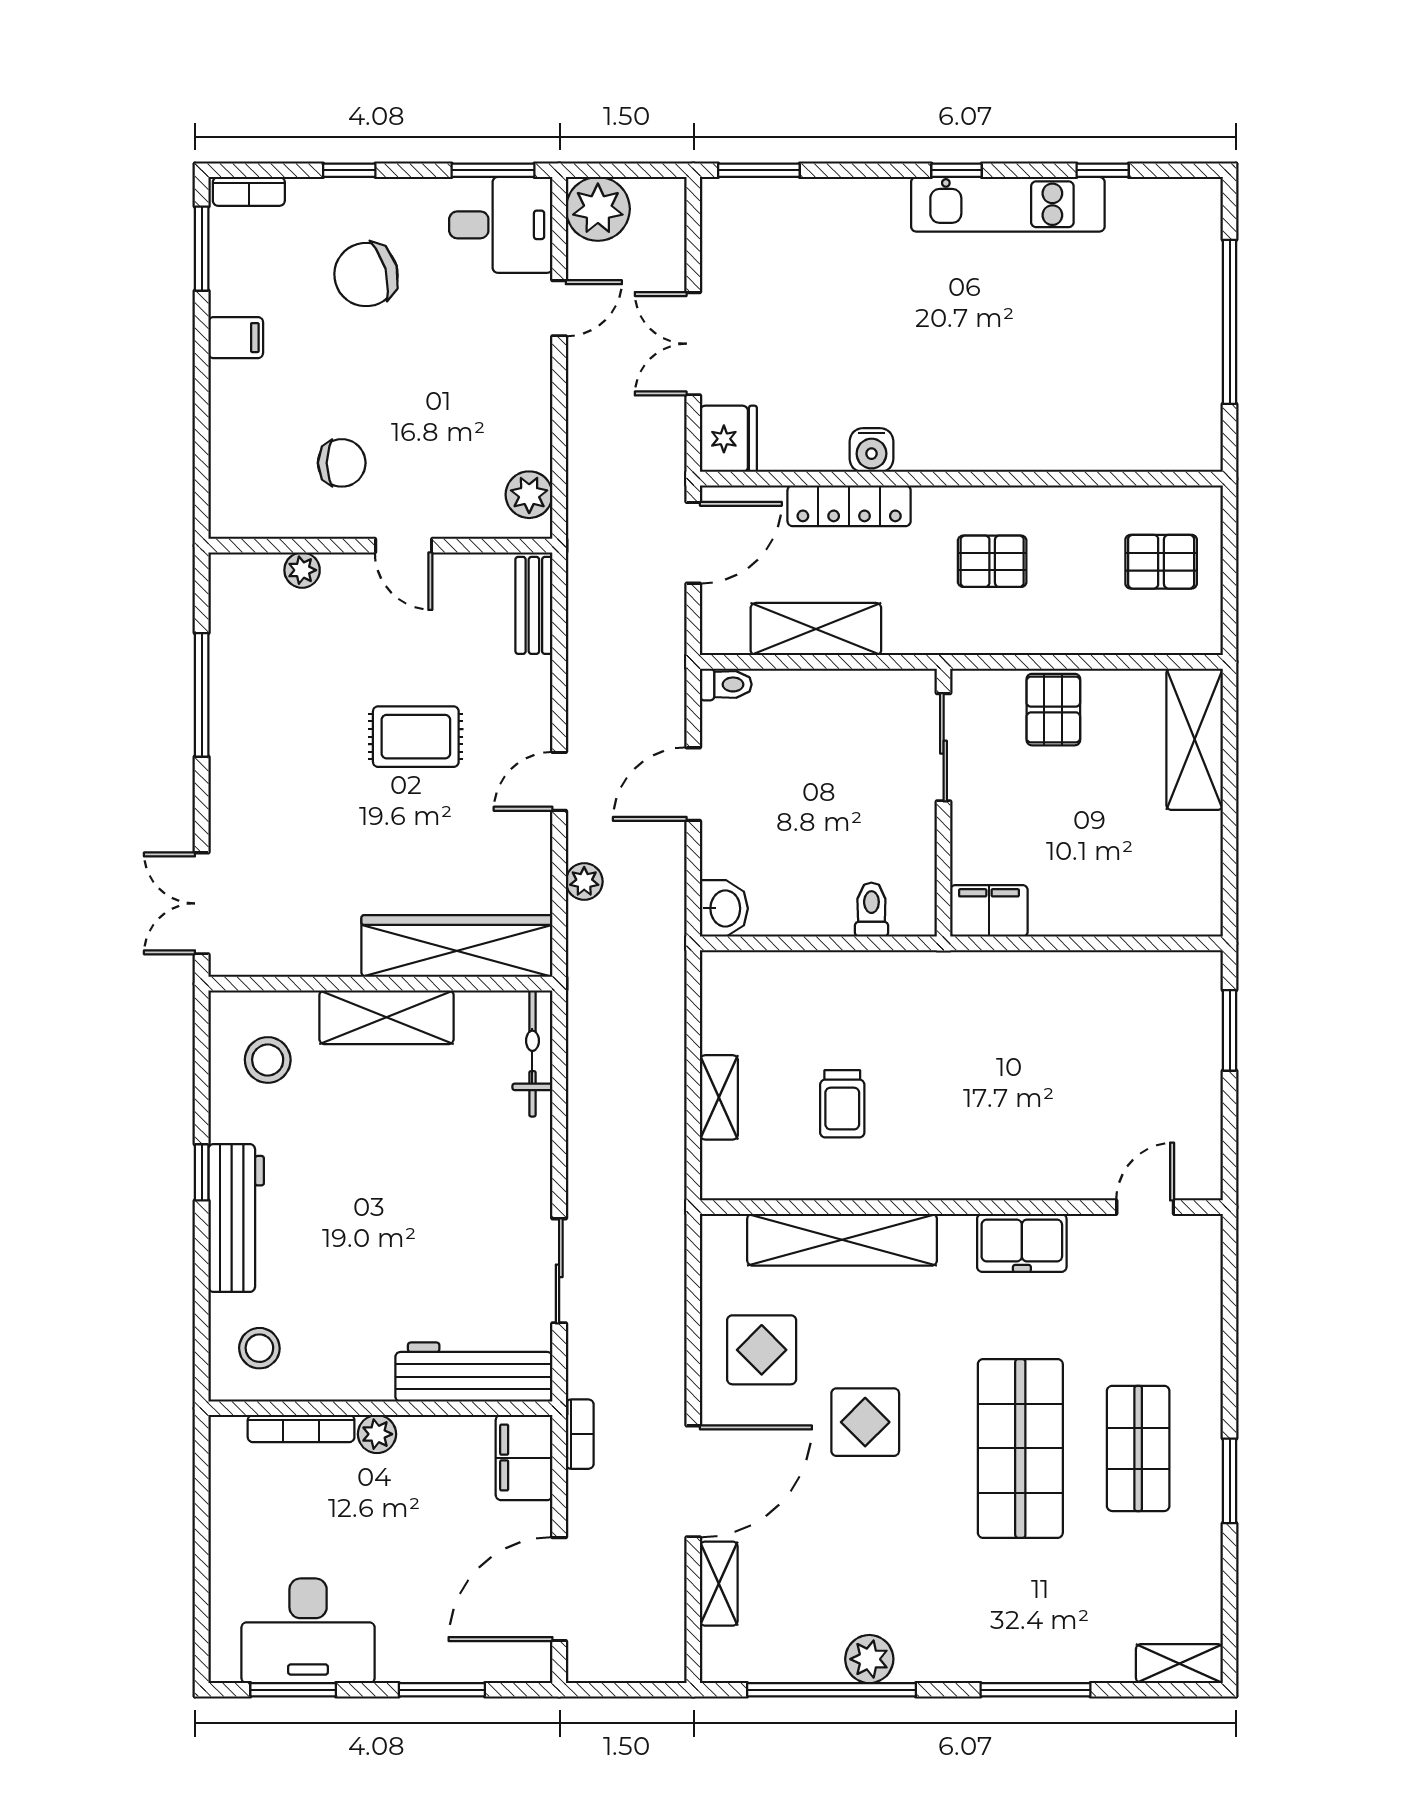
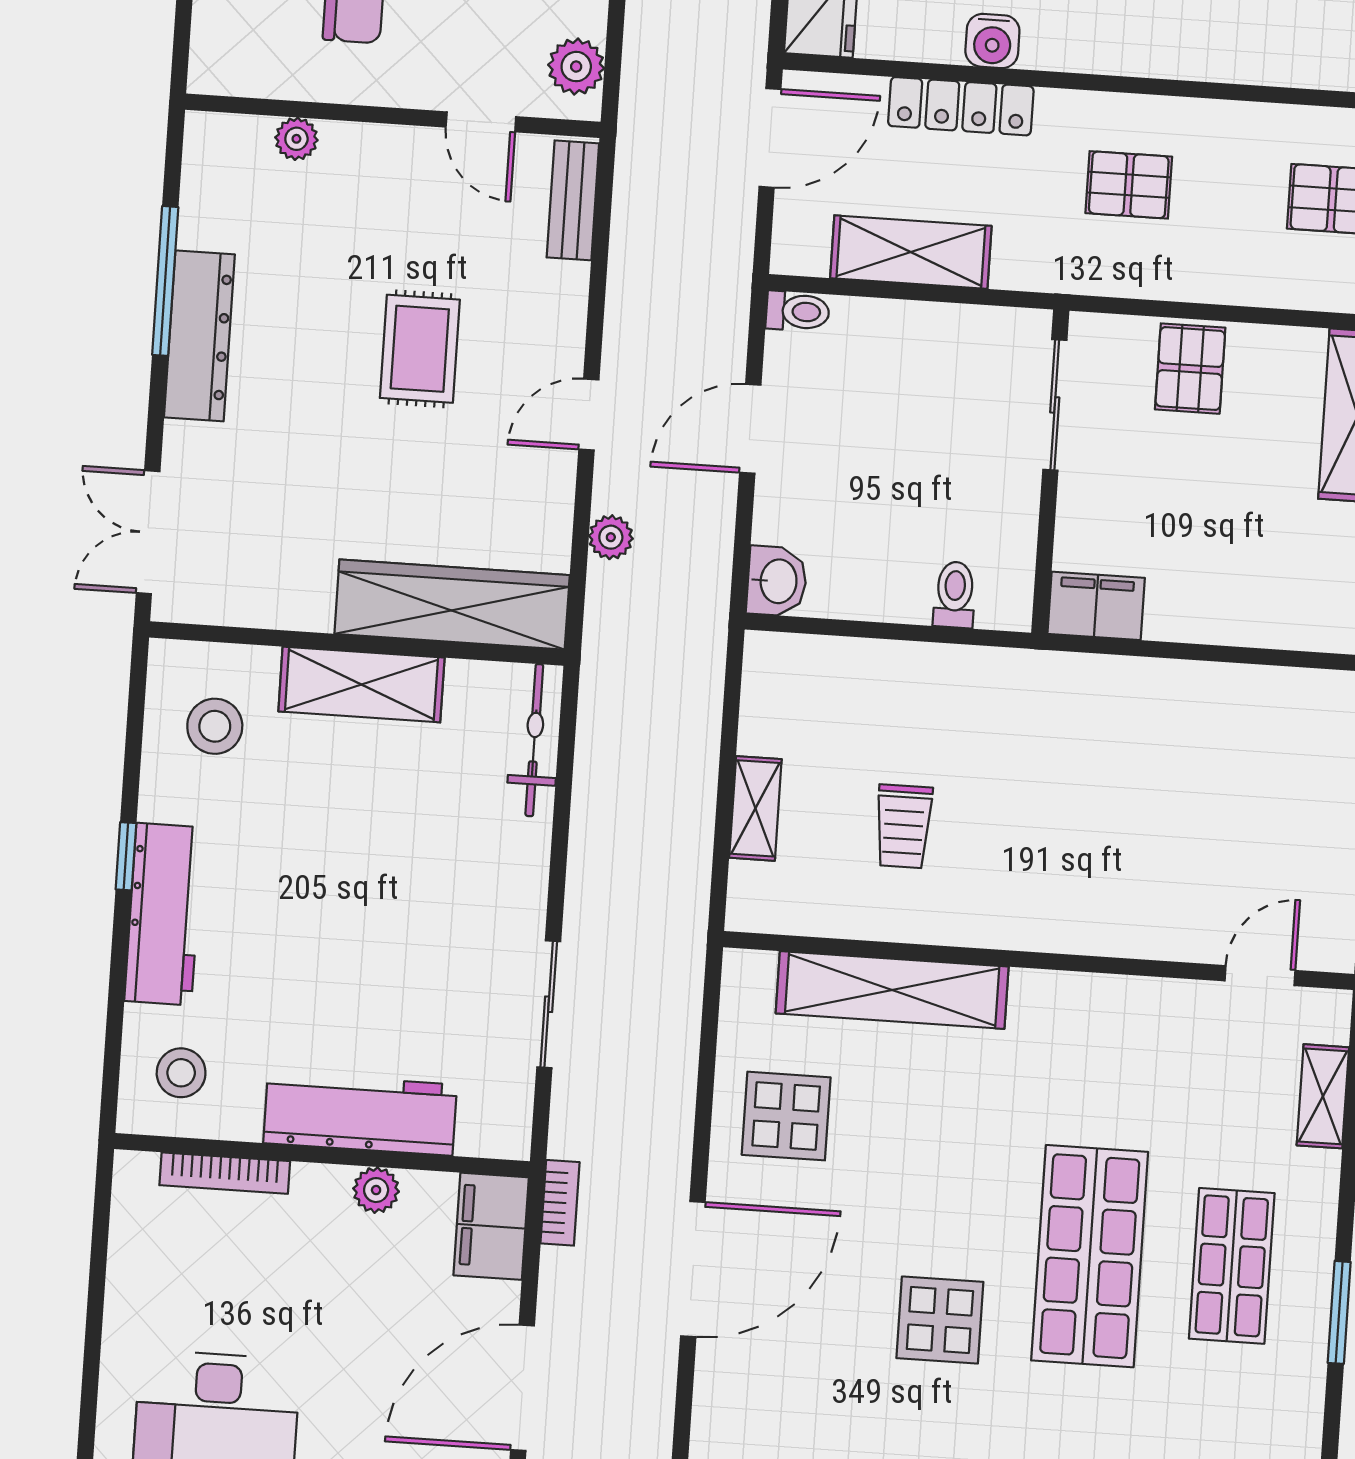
door: (404, 546) -> (481, 122), moved
rug: (416, 737) -> (420, 349), turned 90
dresser: (233, 738) -> (199, 336), added
freezer: (1022, 1243) -> (1108, 1009), removed
workbench: (474, 1372) -> (360, 1114), moved
display table: (865, 1422) -> (940, 1320), moved
plant: (377, 1434) -> (376, 1190), moved
shelving: (719, 1584) -> (1323, 1096), moved

